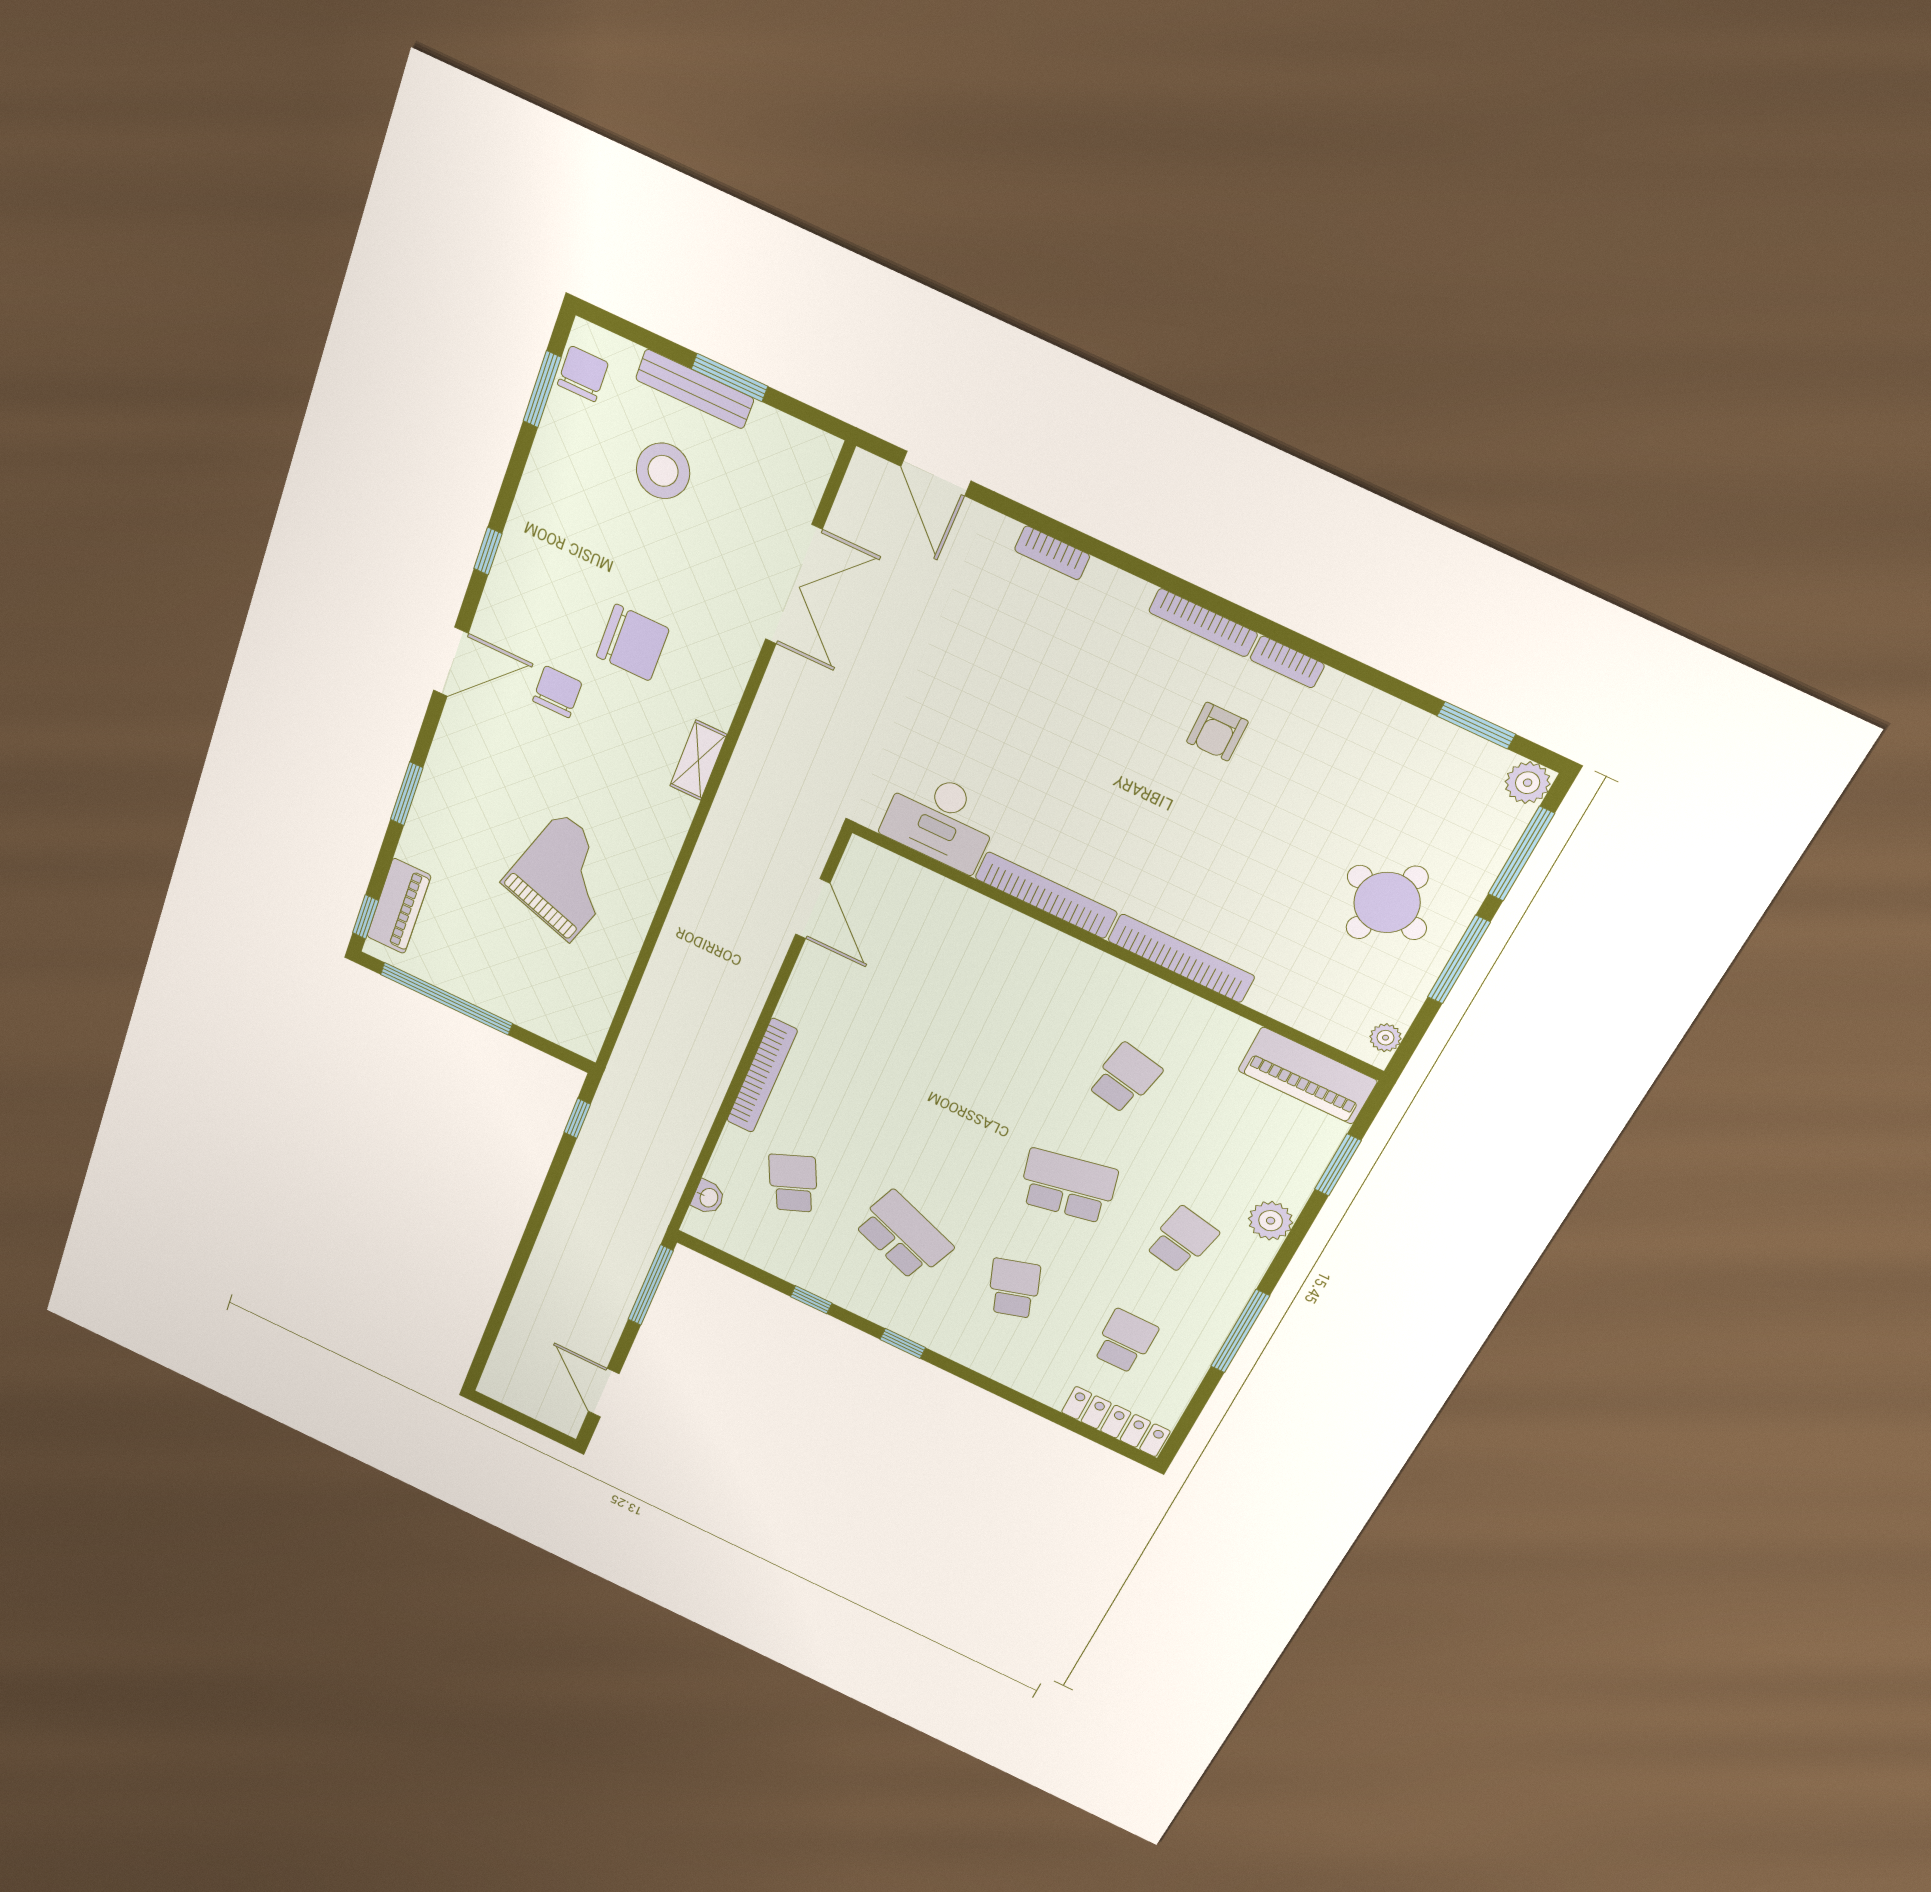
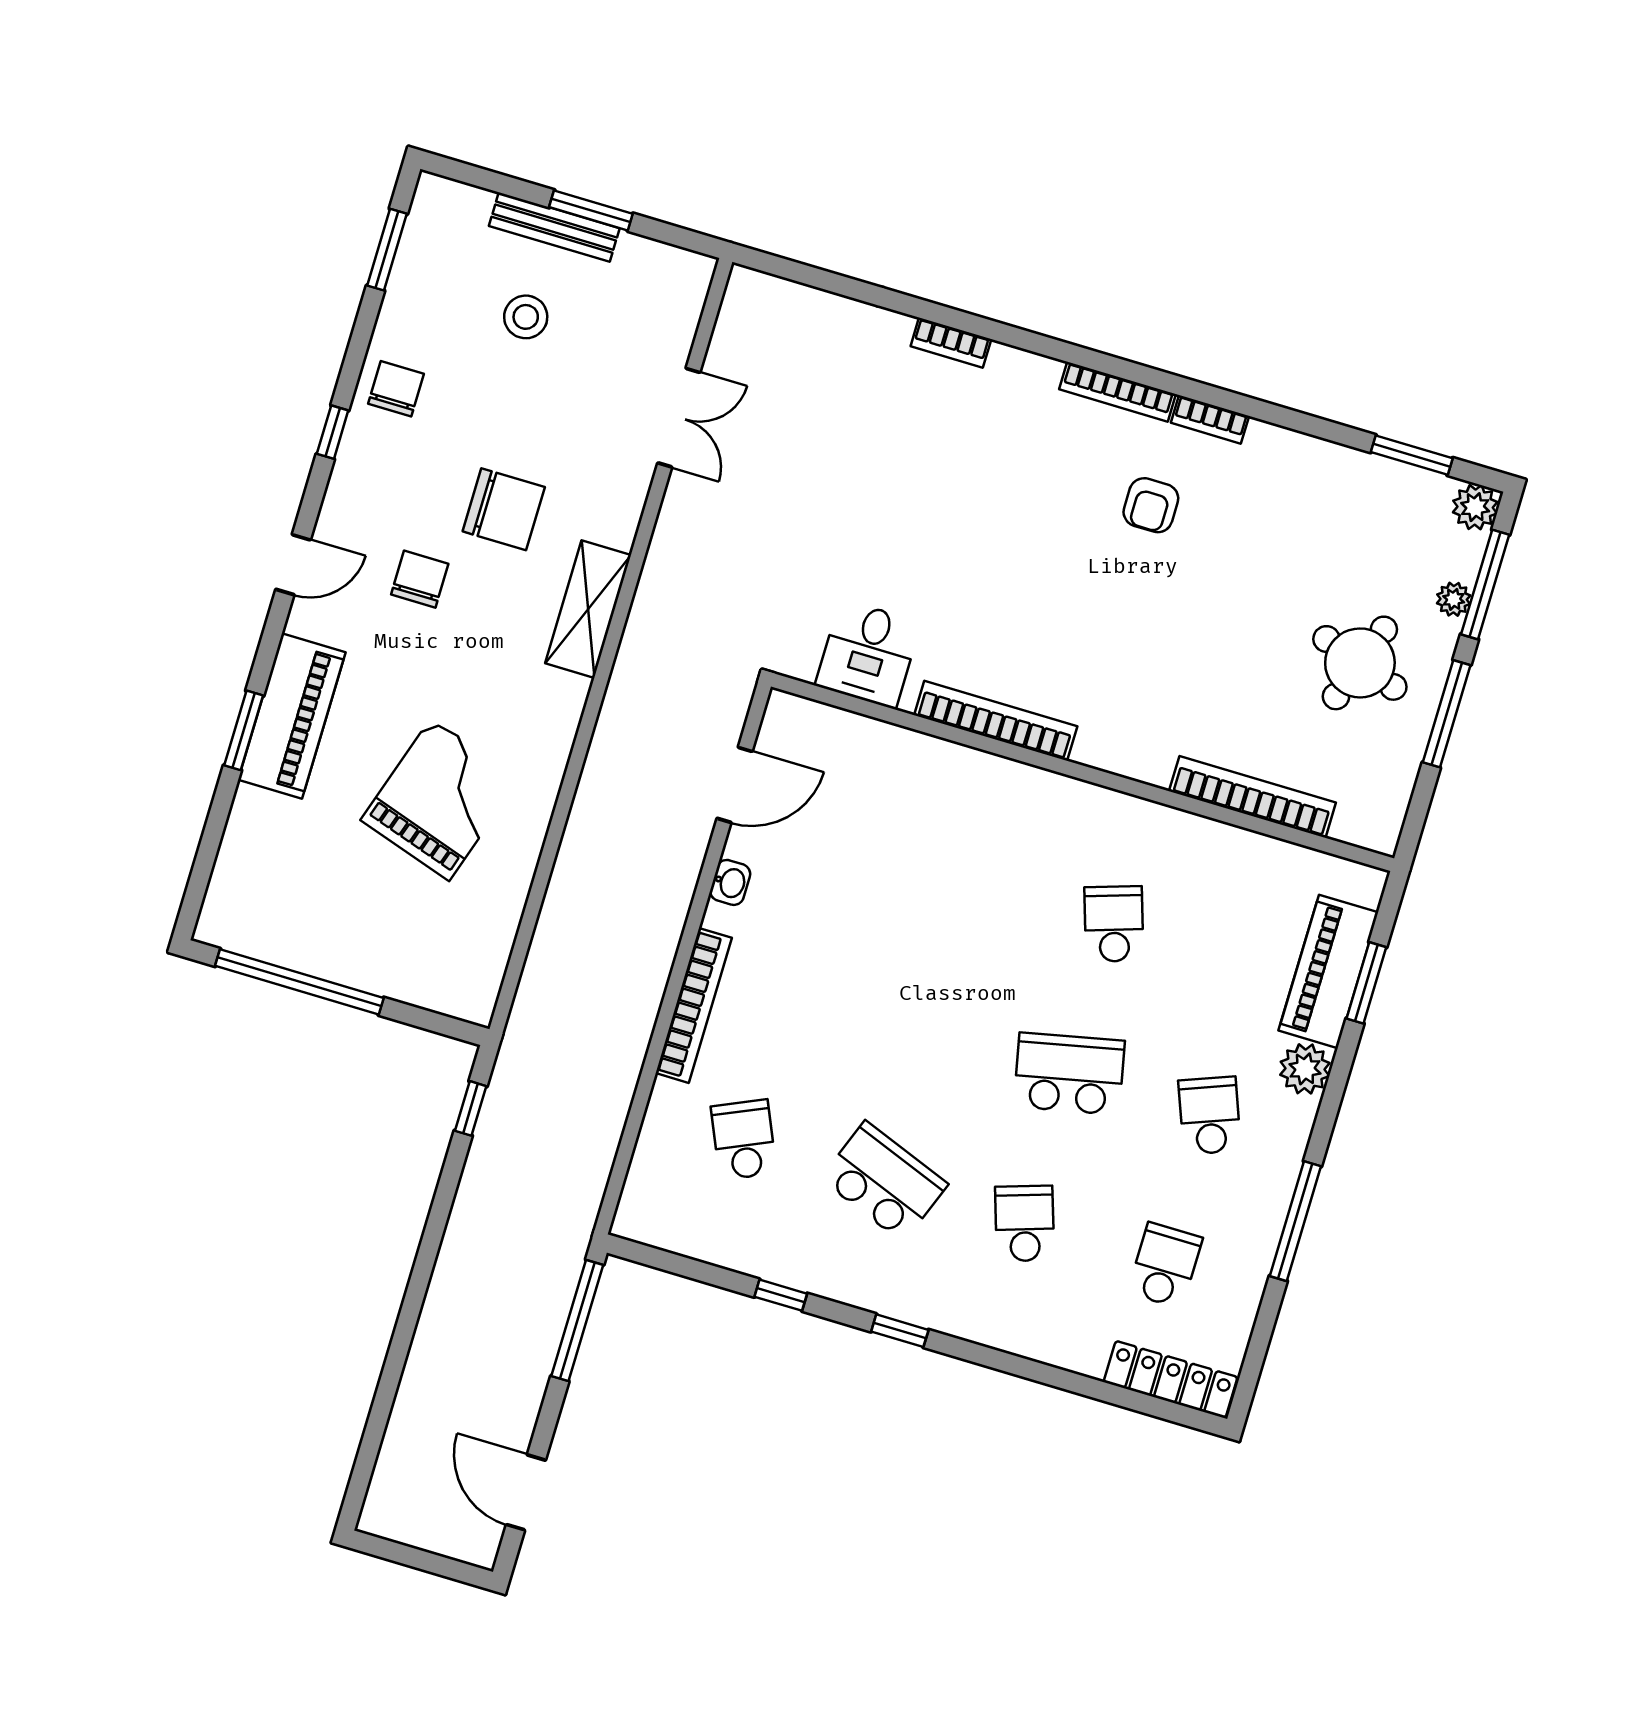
chair: (583, 374) -> (396, 389), moved
stool: (663, 471) -> (526, 317), width x0.73, depth x0.73
door: (936, 474) -> (819, 279), removed
double door: (794, 585) -> (679, 418), width x0.73
door: (451, 662) -> (293, 565), width x0.73
shelving: (698, 760) -> (588, 609), width x1.50, depth x1.33
desk: (940, 820) -> (868, 654), width x0.73
piano: (399, 906) -> (292, 716), moved, width x1.37, depth x1.33
door: (813, 909) -> (735, 785), hinge flipped
window: (365, 917) -> (195, 894), removed
bookcase: (1181, 958) -> (1252, 797), moved
plant: (1386, 1038) -> (1454, 599), moved
piano: (1307, 1076) -> (1328, 971), moved, turned 90
school desk: (1125, 1078) -> (1114, 924), turned -30
washbasin: (708, 1197) -> (730, 882), moved
school desk: (1182, 1240) -> (1210, 1116), turned -33

